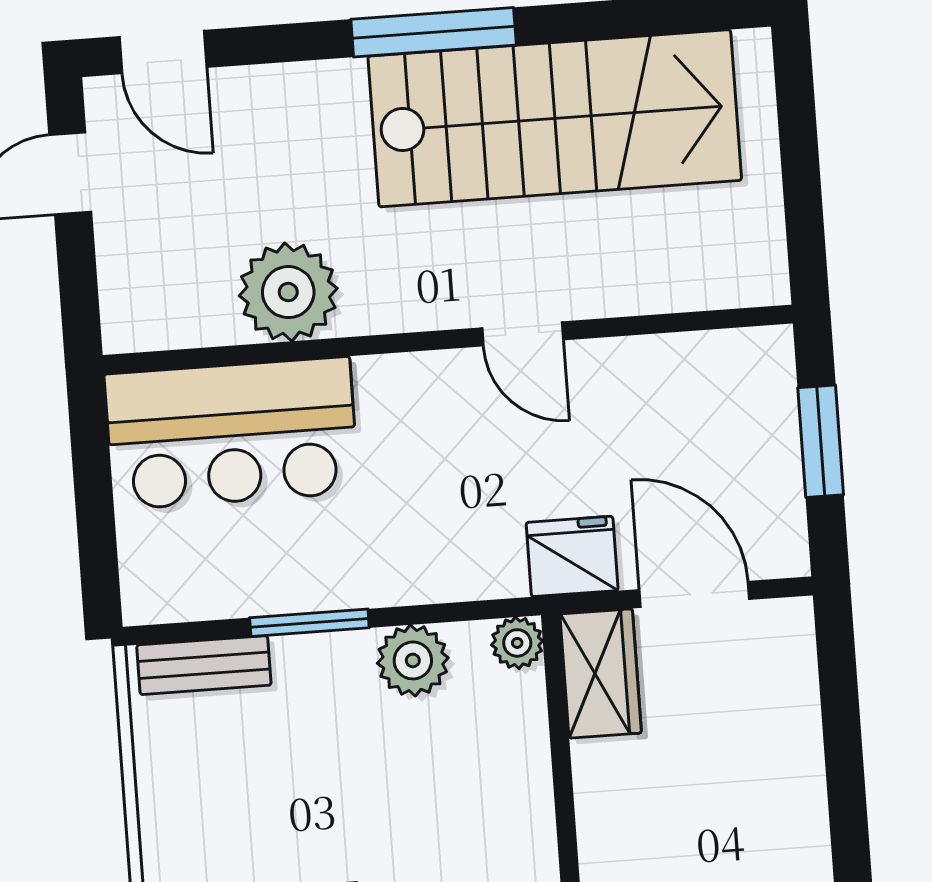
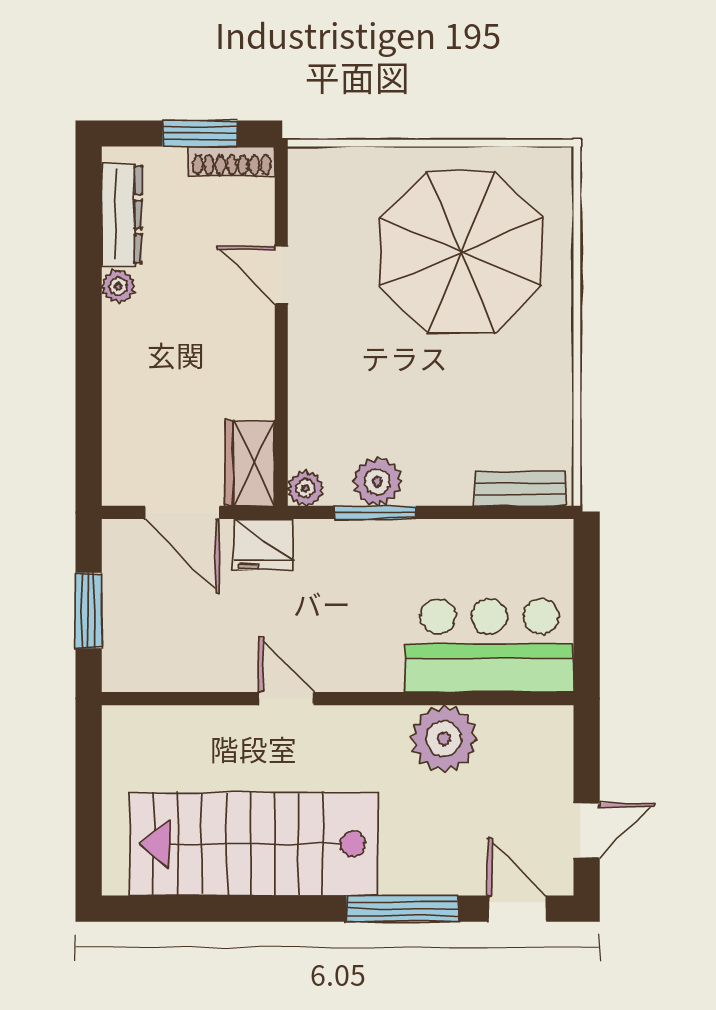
window: (434, 32) -> (402, 909), moved
window: (309, 623) -> (375, 512), moved

